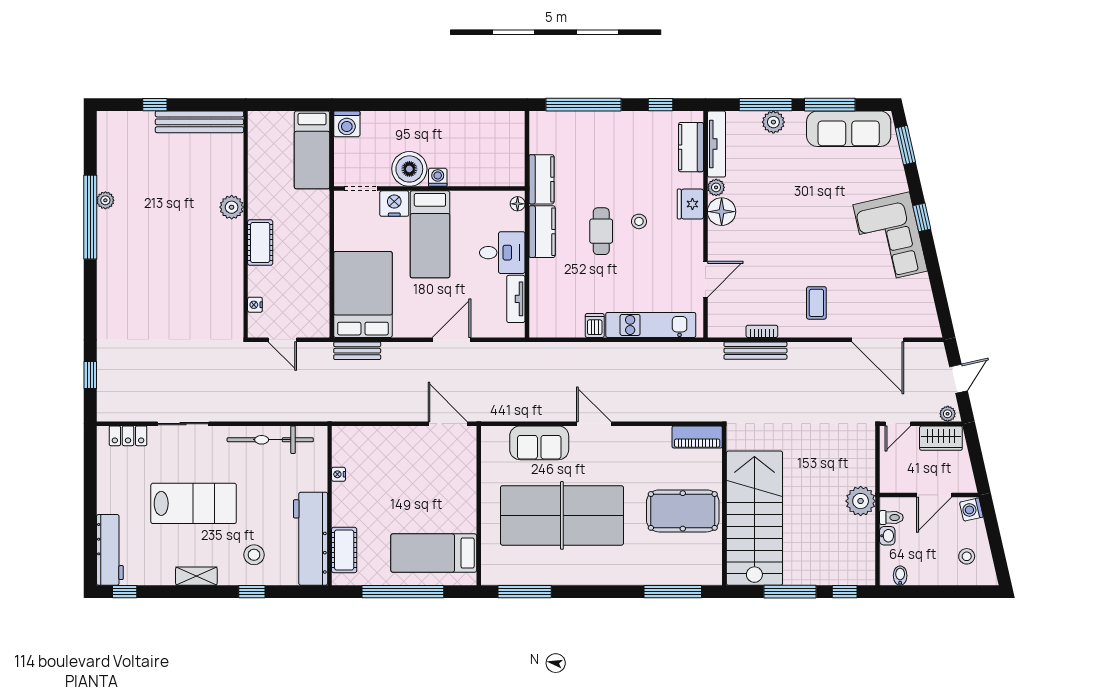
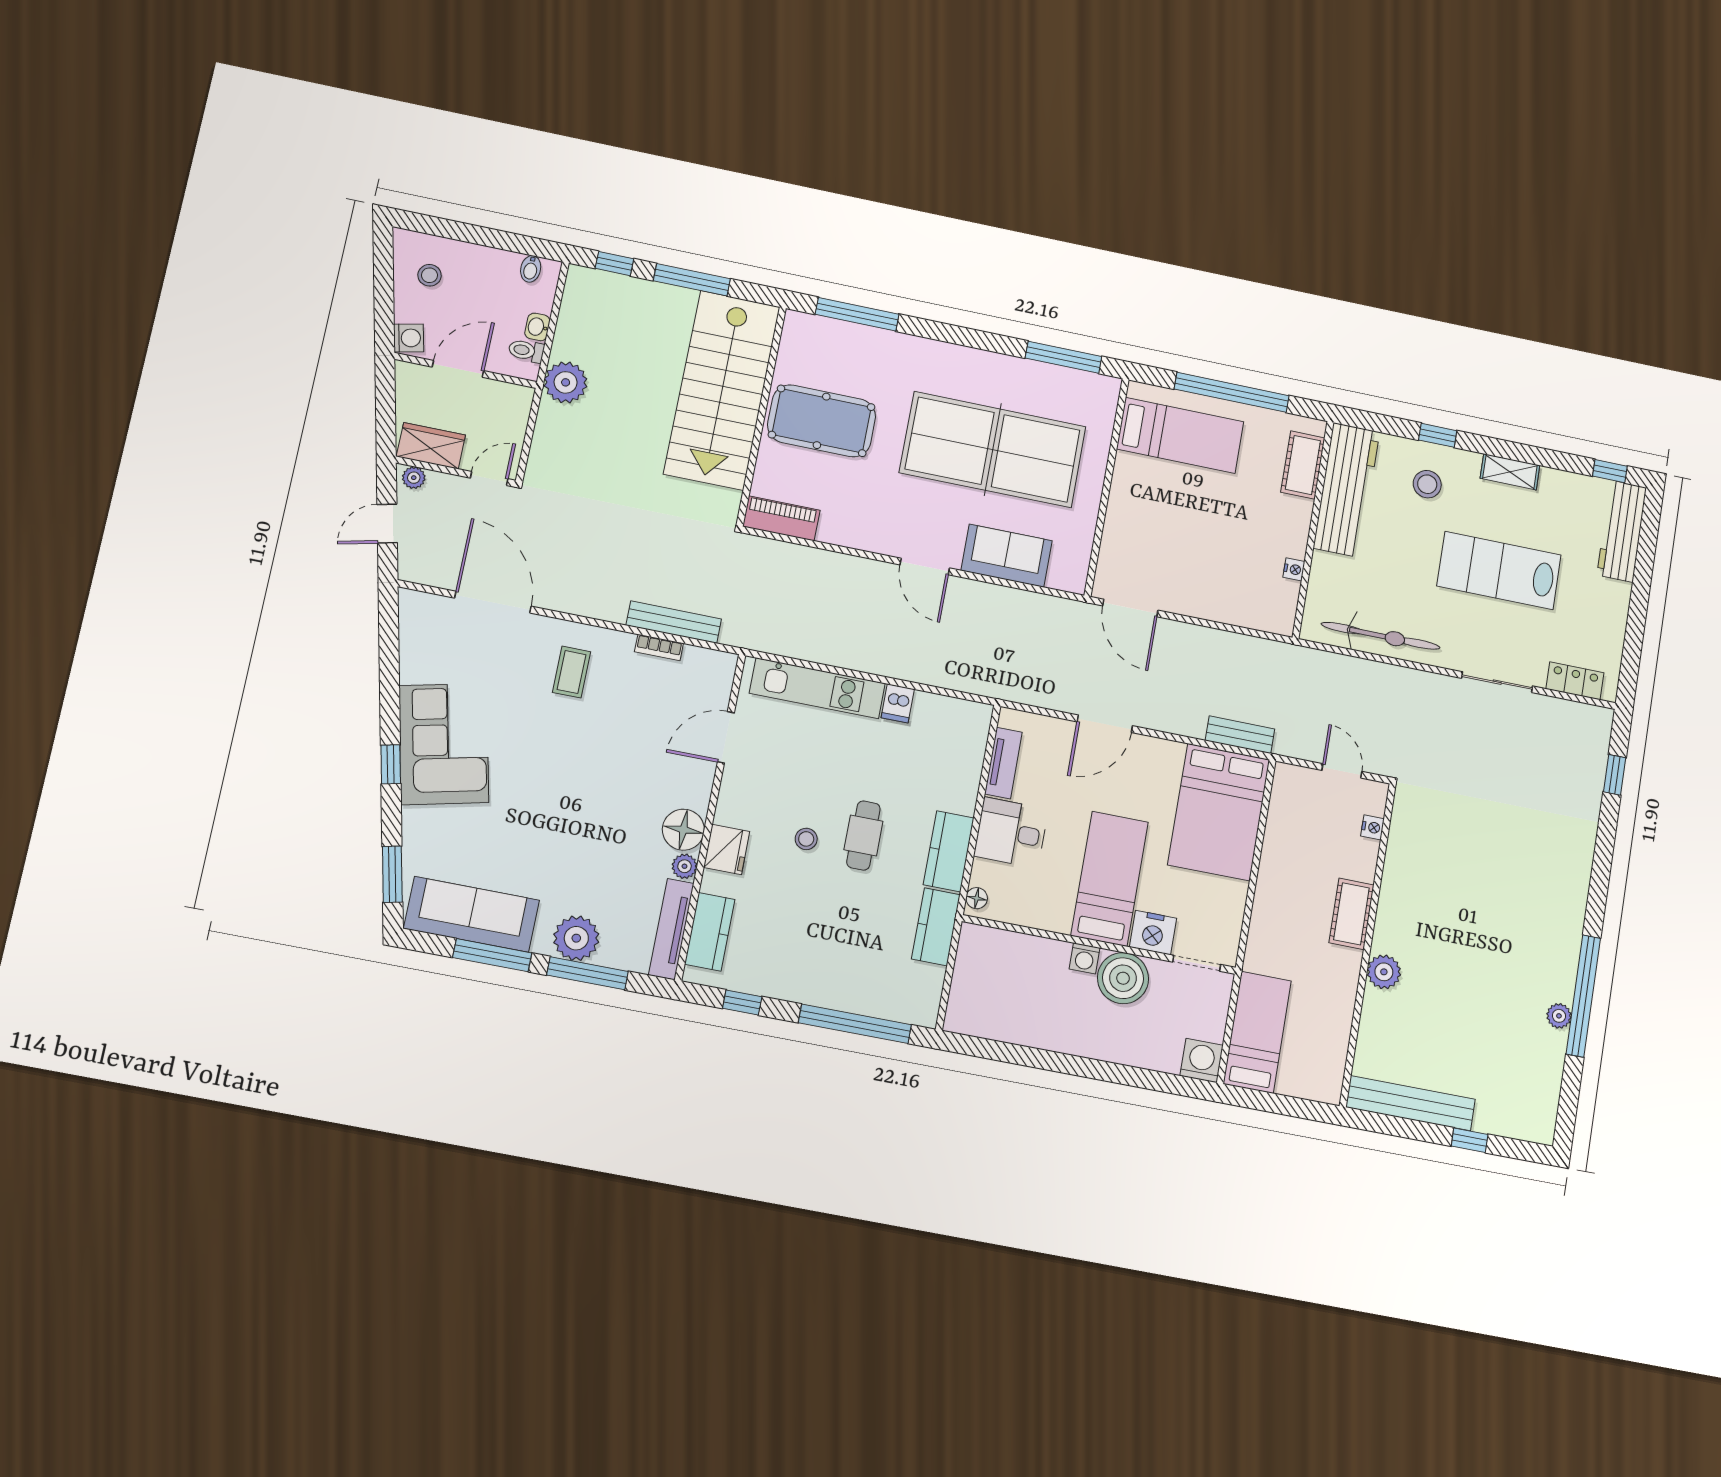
plant: (773, 122) -> (576, 938), width x1.36, depth x1.36

